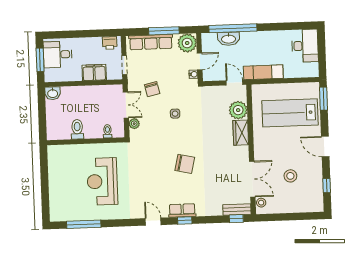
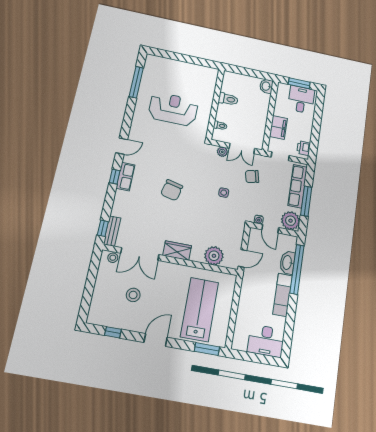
exam couch: (263, 72) -> (283, 295), moved, turned 180
wardrobe: (241, 133) -> (177, 251), moved

